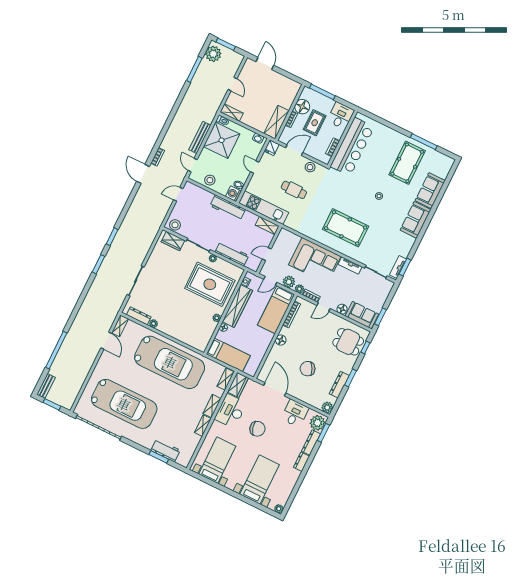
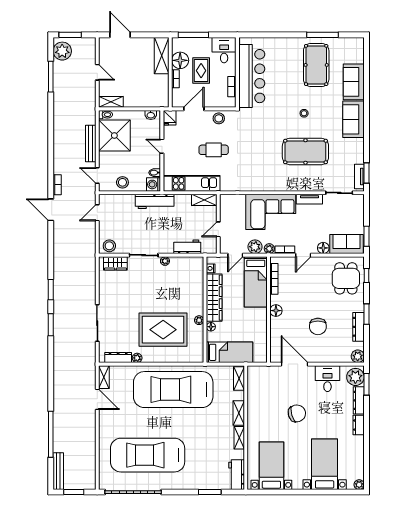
shelving: (276, 122) -> (162, 56), moved
pool table: (346, 228) -> (305, 151), moved
workbench: (232, 254) -> (187, 247), width x0.73
rug: (210, 284) -> (163, 330), moved
dining table: (348, 342) -> (346, 278), turned 90
car: (170, 362) -> (173, 390), turned 180
chair: (308, 369) -> (318, 326), turned -64
wardrobe: (238, 385) -> (255, 378), removed
bench: (46, 386) -> (58, 471), width x1.36
car: (124, 404) -> (148, 455), turned 180
desk: (231, 411) -> (260, 409), removed
workbench: (165, 450) -> (237, 475), moved, turned -90

